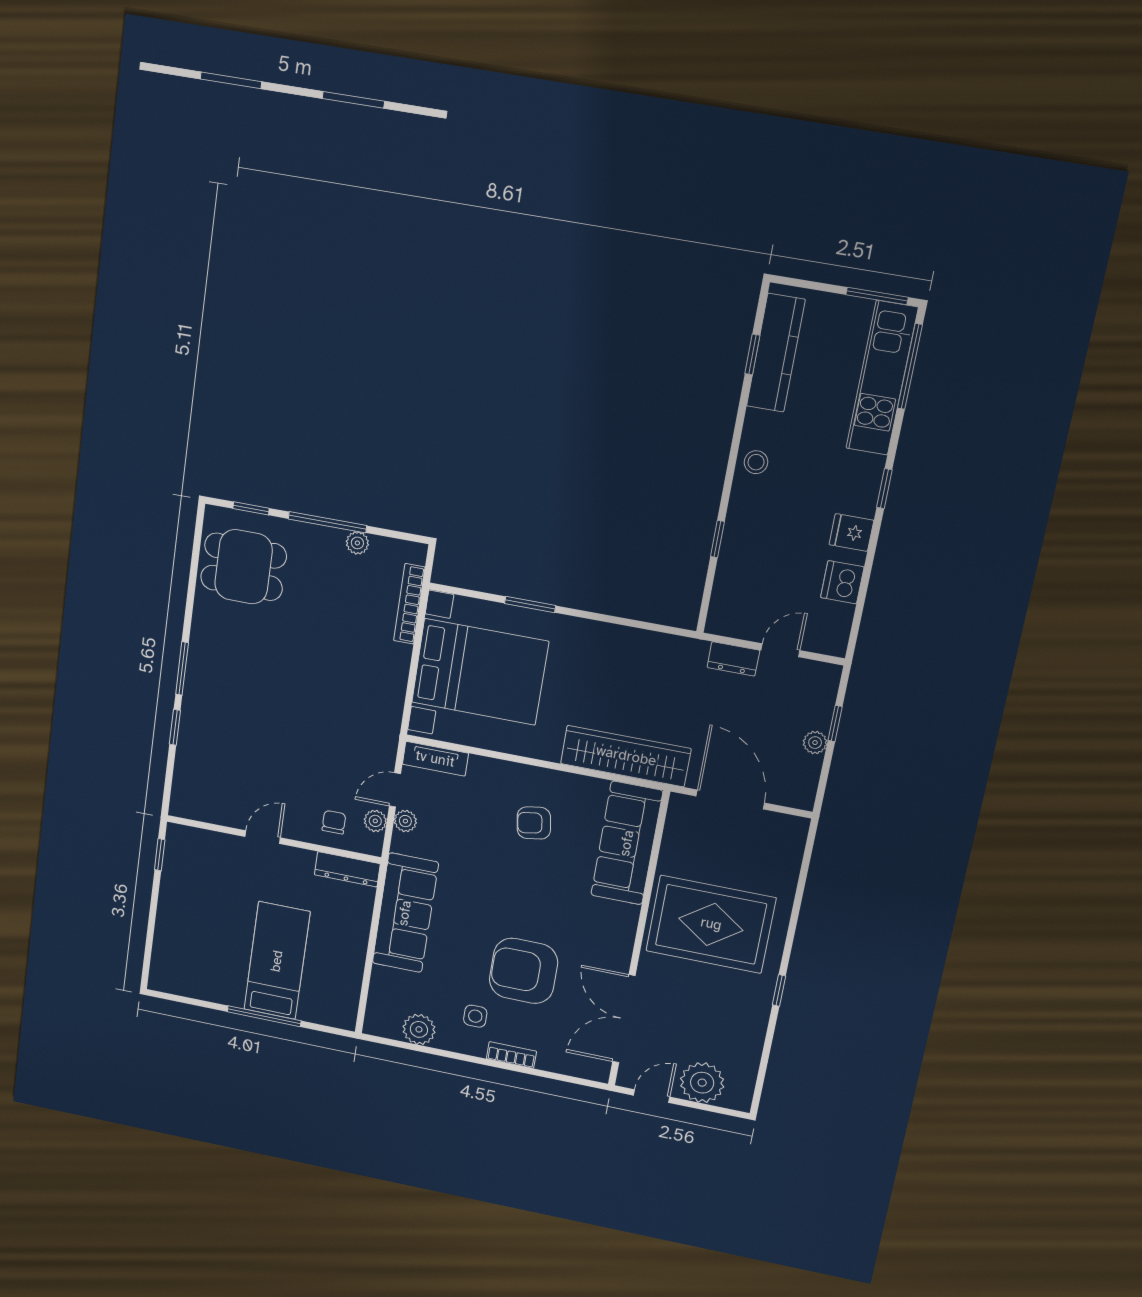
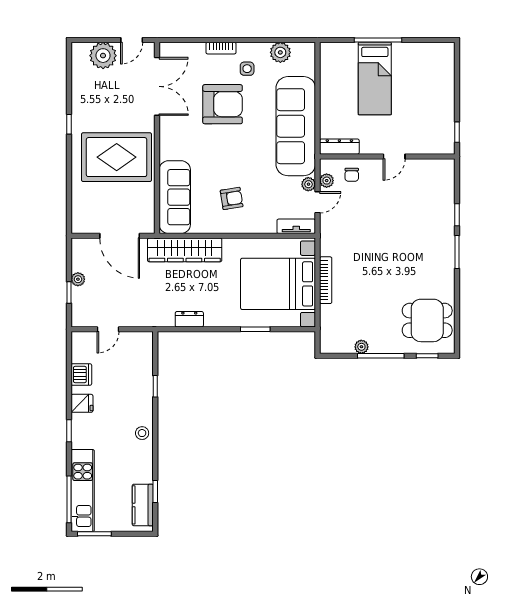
kitchen counter: (776, 353) -> (143, 505), width x0.67
bookcase: (409, 604) -> (326, 280), moved
dresser: (733, 659) -> (189, 319), moved
sofa: (405, 913) -> (296, 126), width x1.36, depth x1.27

